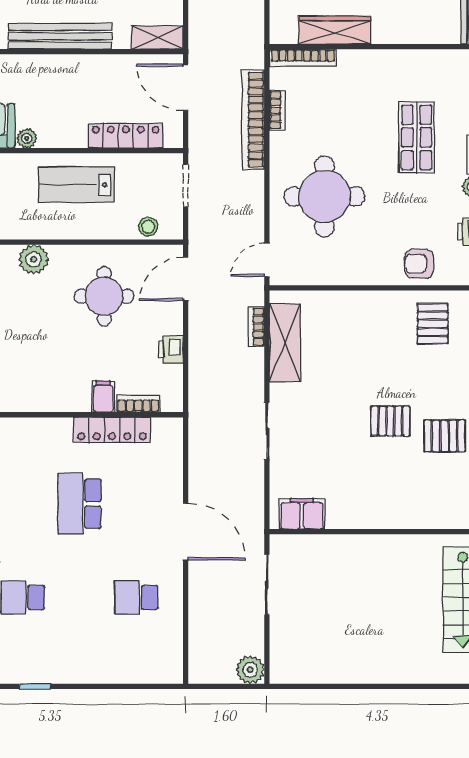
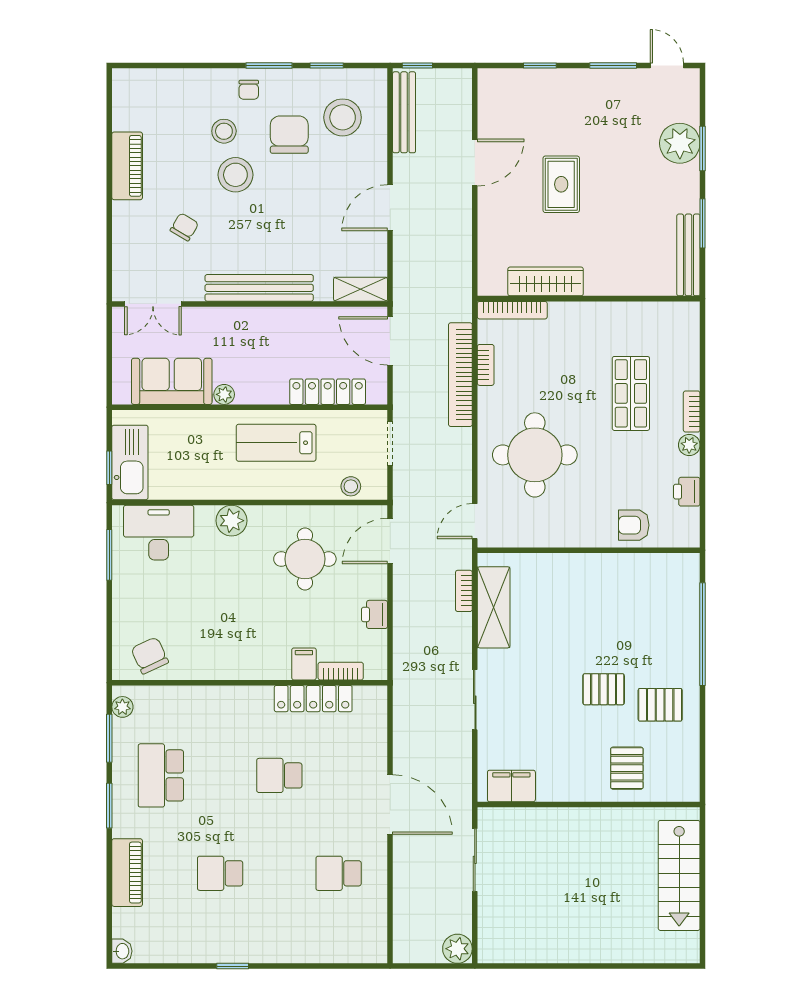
pallet: (433, 324) -> (627, 768), moved
school desk: (79, 504) -> (279, 775), width x0.54

